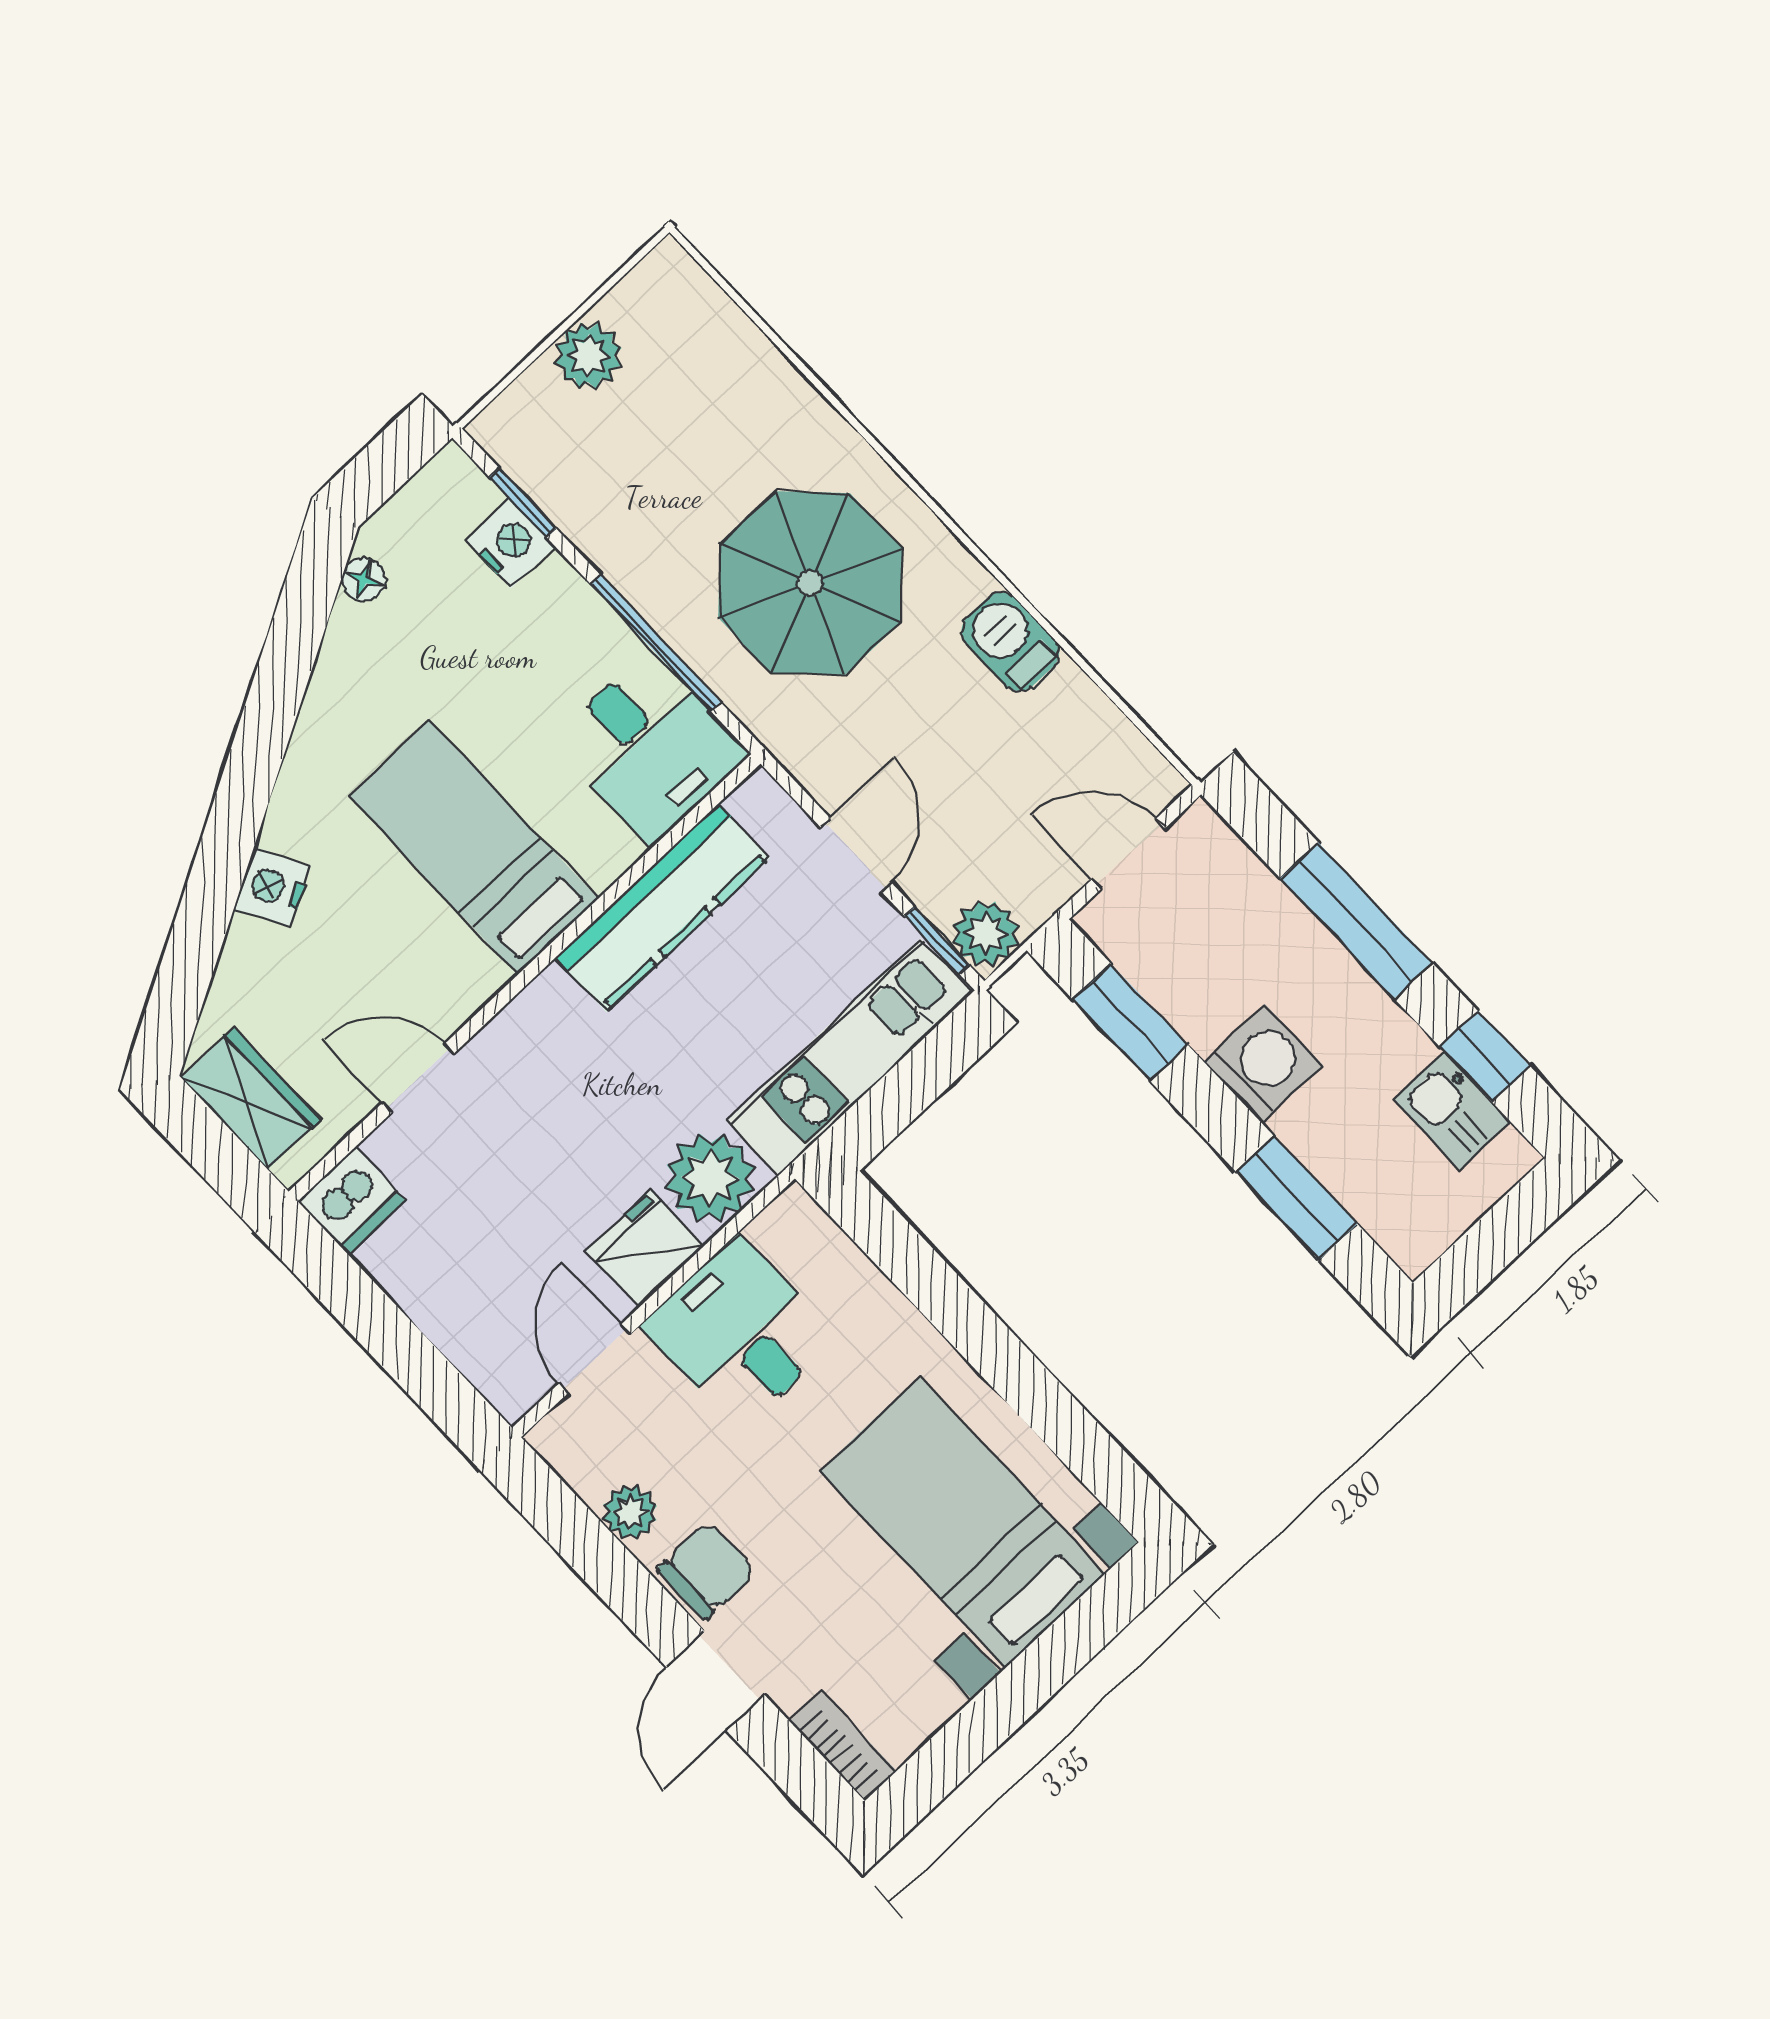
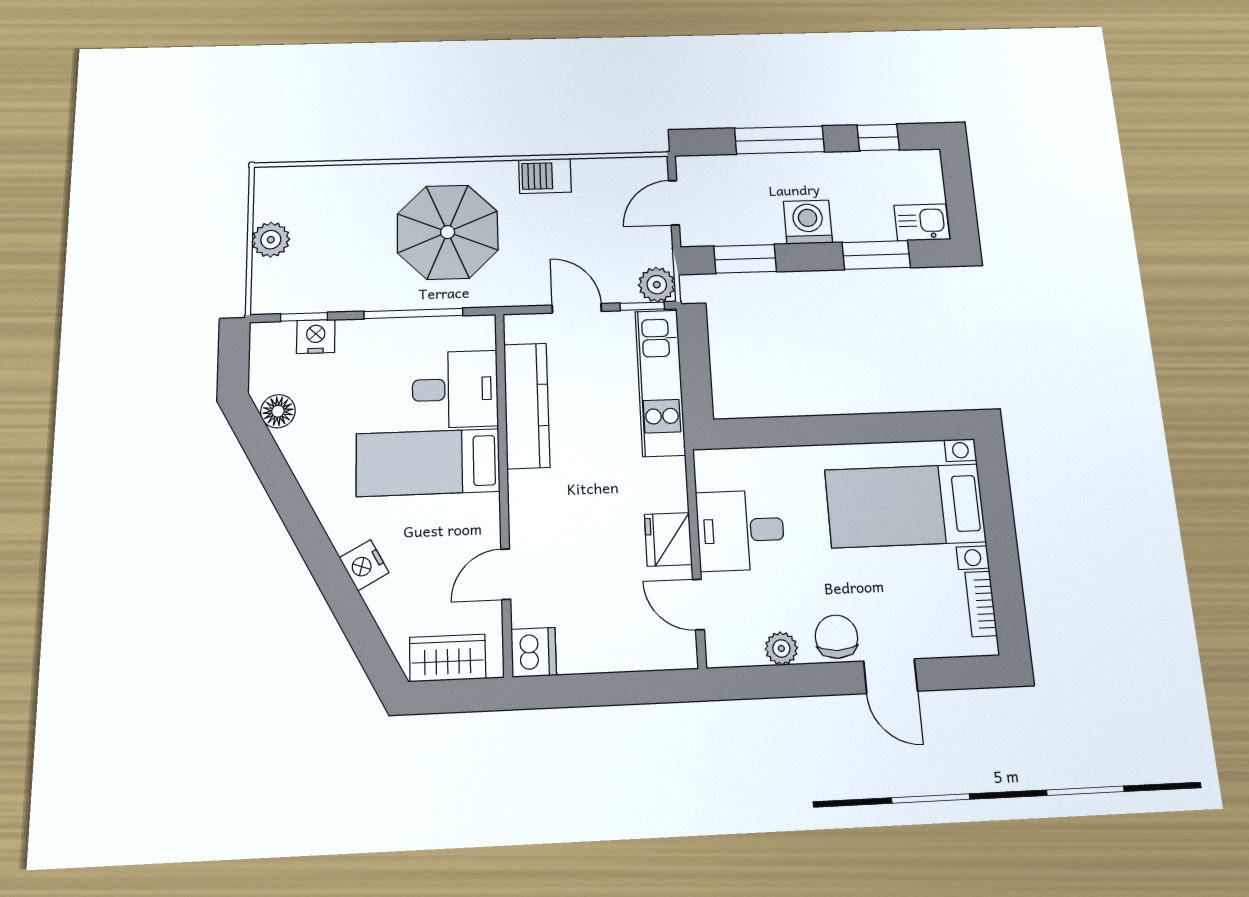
floor lamp: (364, 579) -> (278, 411), width x1.37, depth x1.37
desk: (650, 747) -> (455, 389), moved
kitchen sink: (1452, 1111) -> (922, 222), moved, turned 180
plant: (710, 1178) -> (661, 485), removed
bookcase: (843, 1746) -> (981, 604), moved, turned -90

